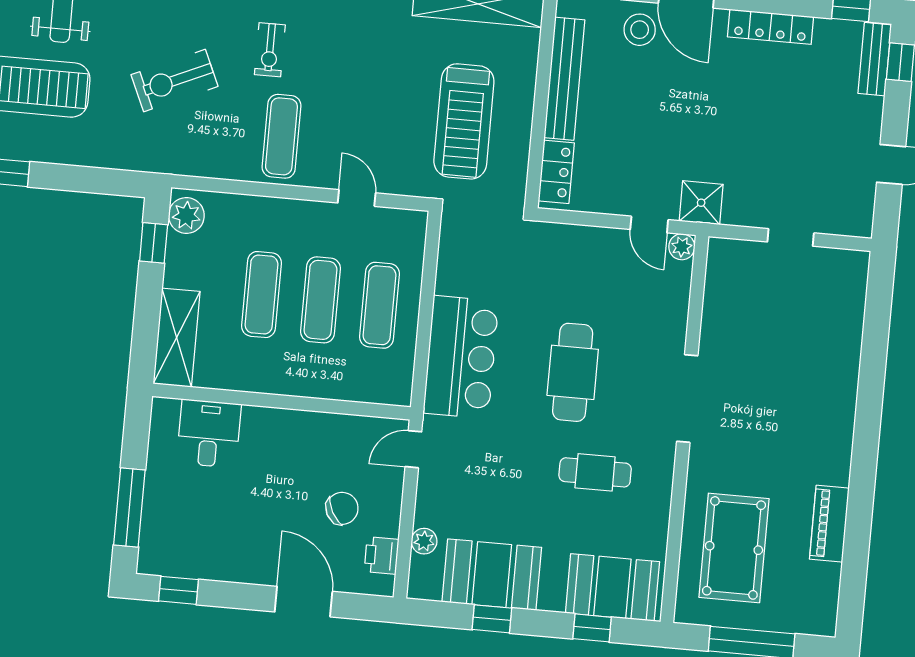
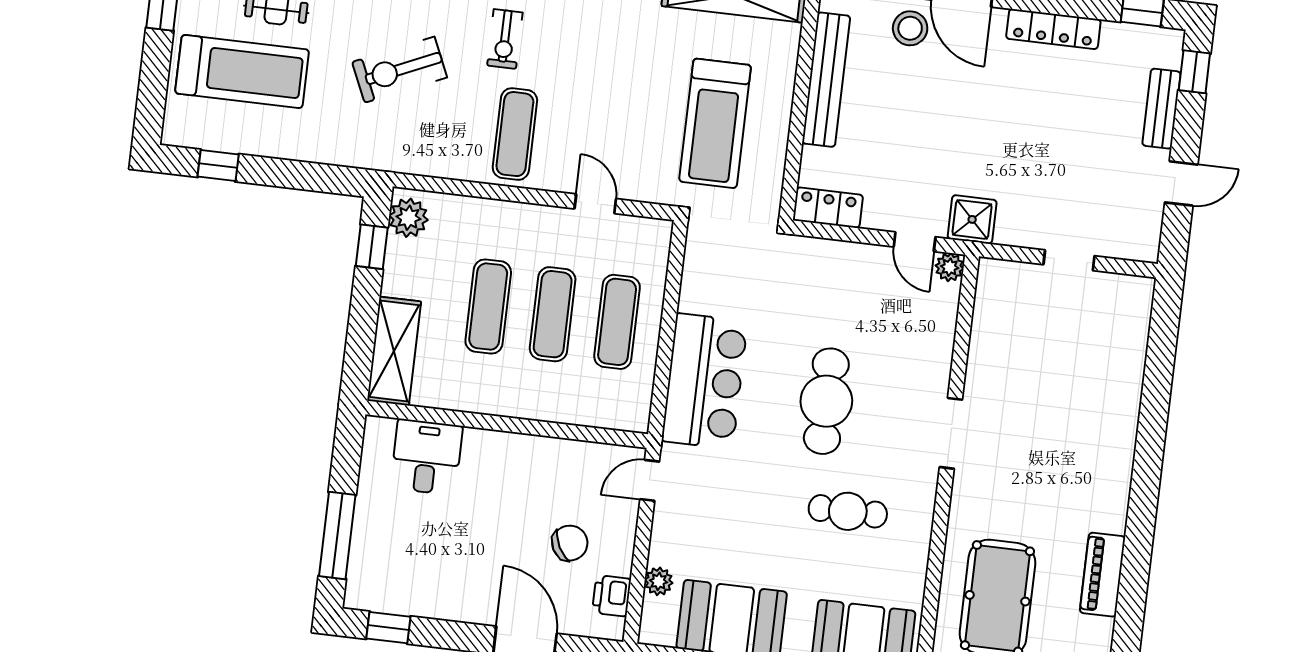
bench: (875, 59) -> (1161, 109), moved
locker: (556, 172) -> (828, 208), moved, turned -90
doorway: (687, 399) -> (951, 433), width x0.73

